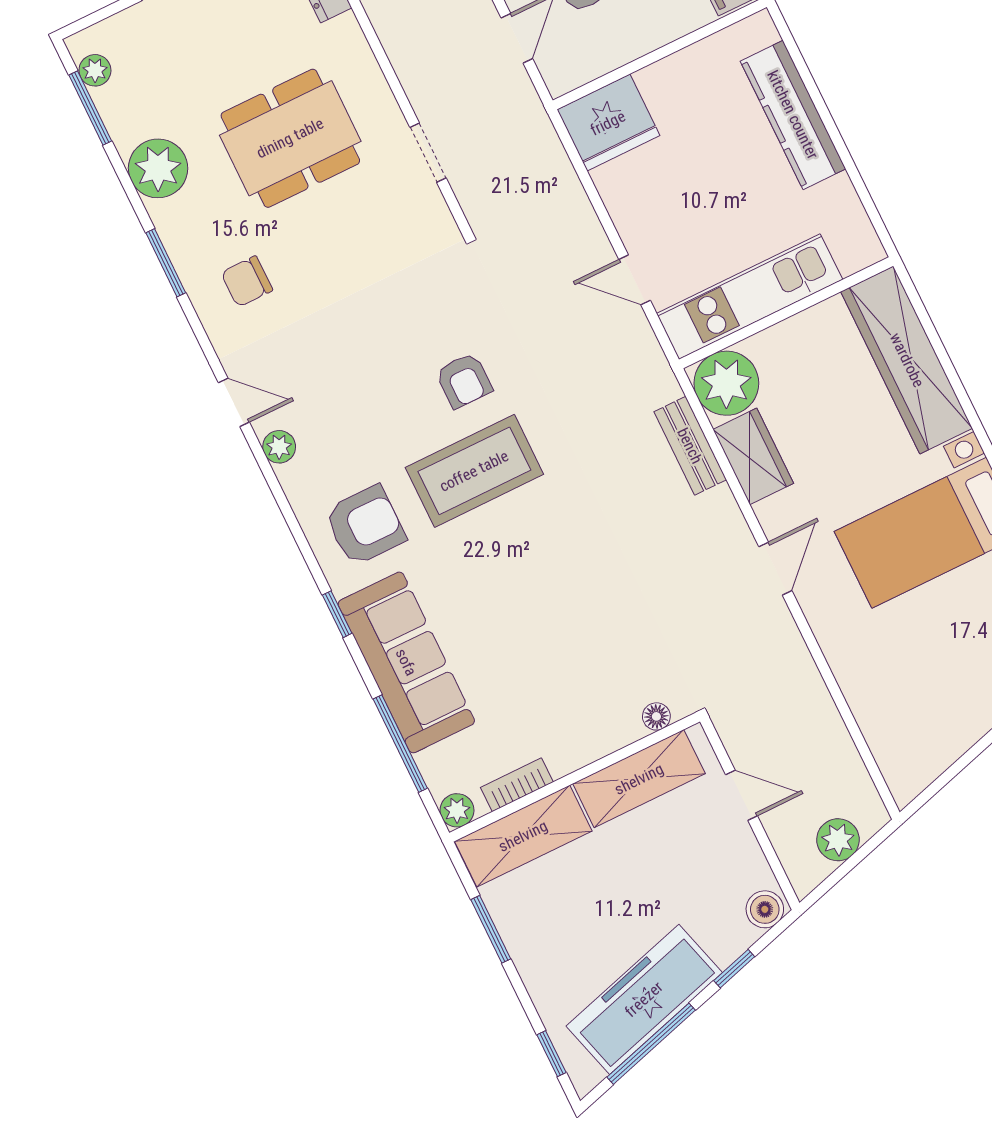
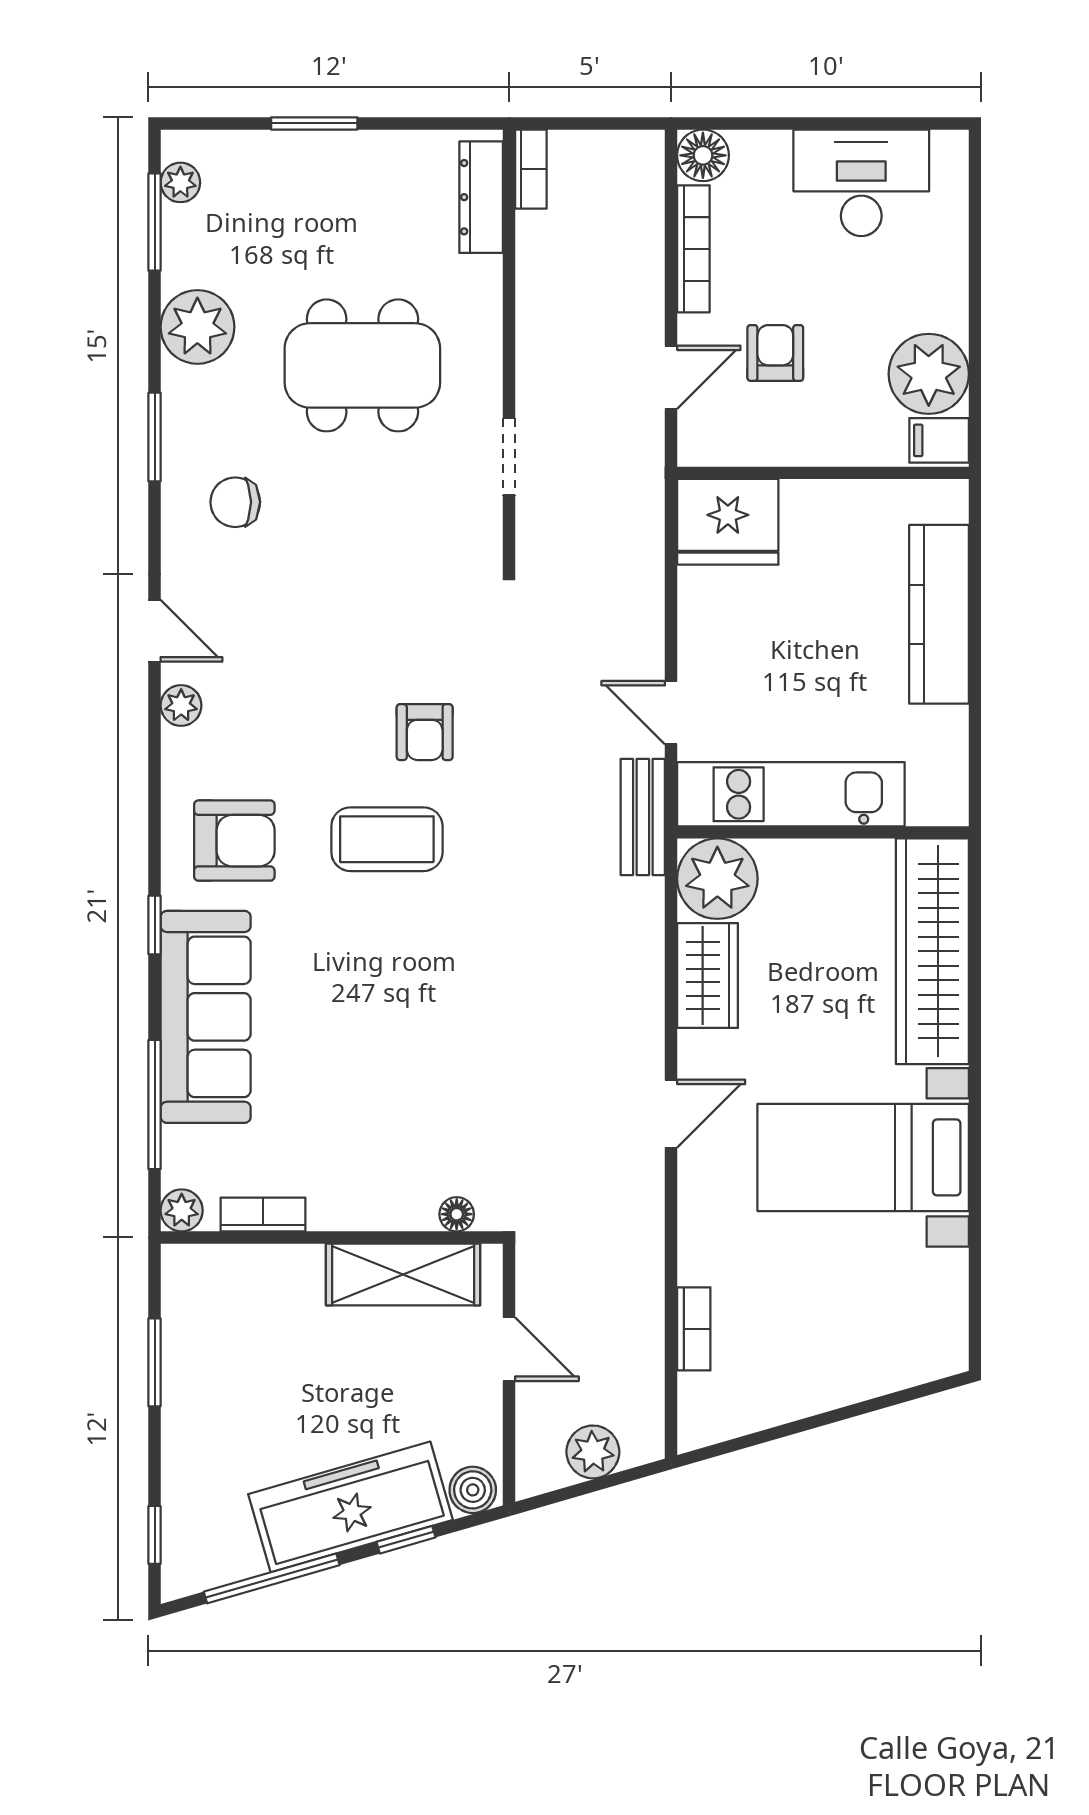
bench: (690, 446) -> (643, 817), moved
coffee table: (474, 471) -> (387, 839), width x0.73, depth x0.76
bookcase: (867, 716) -> (694, 1329), added
shelving: (523, 836) -> (242, 1276), removed
freezer: (644, 999) -> (350, 1507), moved

